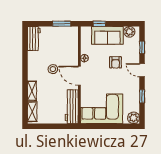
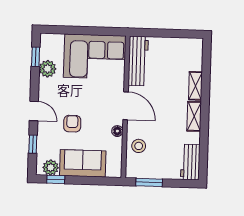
window: (99, 24) -> (56, 179), moved
stool: (53, 69) -> (139, 146), moved
window: (142, 96) -> (36, 57), moved
shelving: (32, 112) -> (194, 116), moved
plant: (134, 118) -> (48, 69), moved

